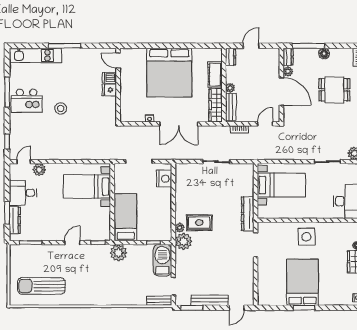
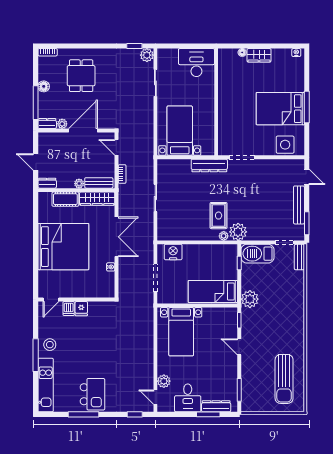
stool: (61, 108) -> (50, 345), moved
side table: (306, 237) -> (285, 145), moved
window: (304, 308) -> (307, 107), width x1.44

